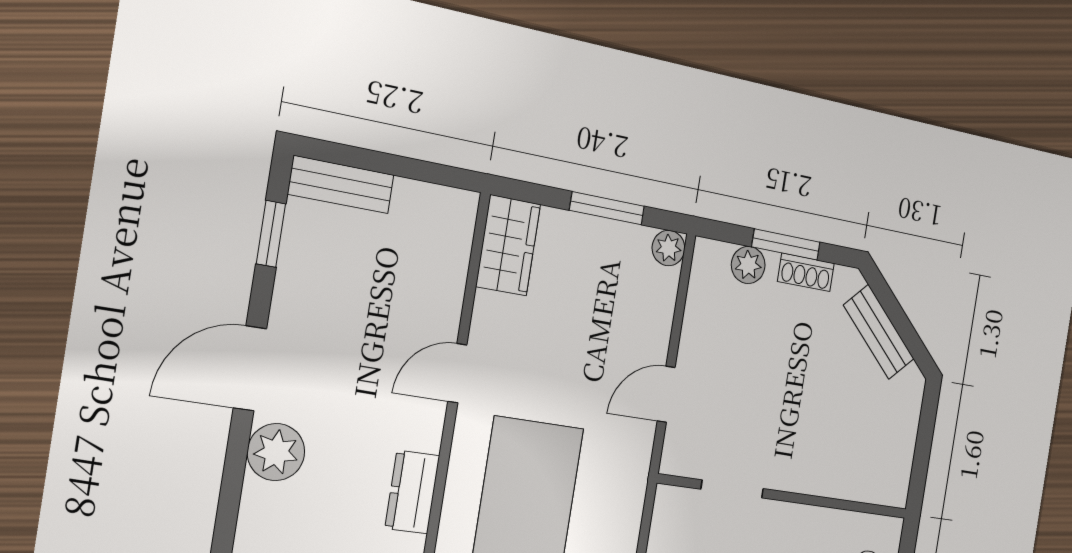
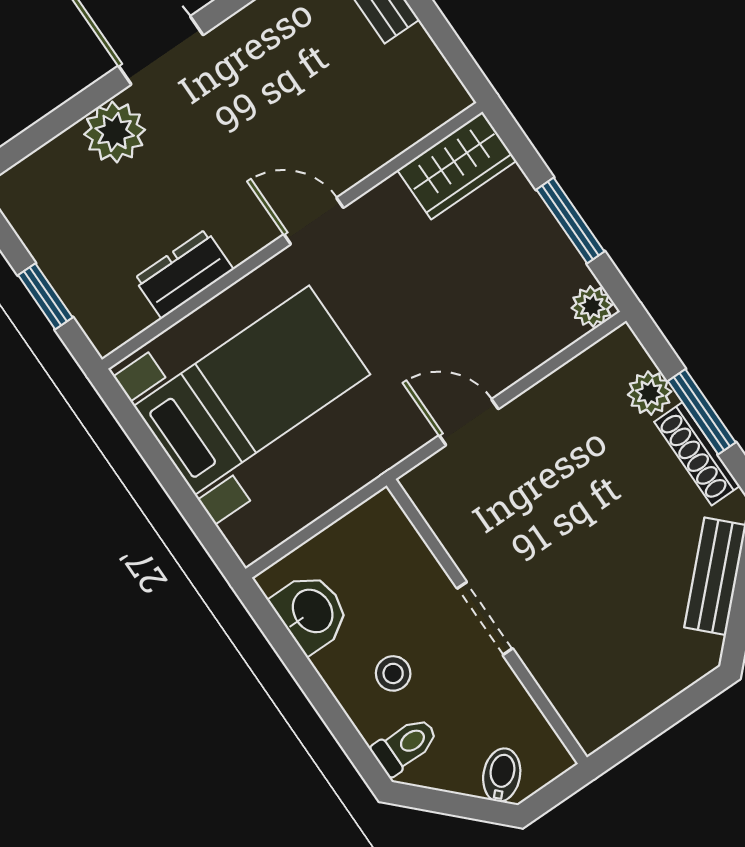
shoe rack: (806, 272) -> (697, 454), width x1.43
doorway: (732, 489) -> (485, 618), moved

